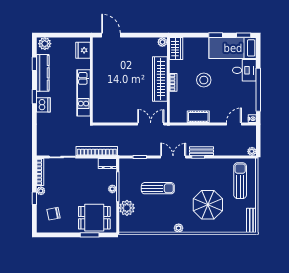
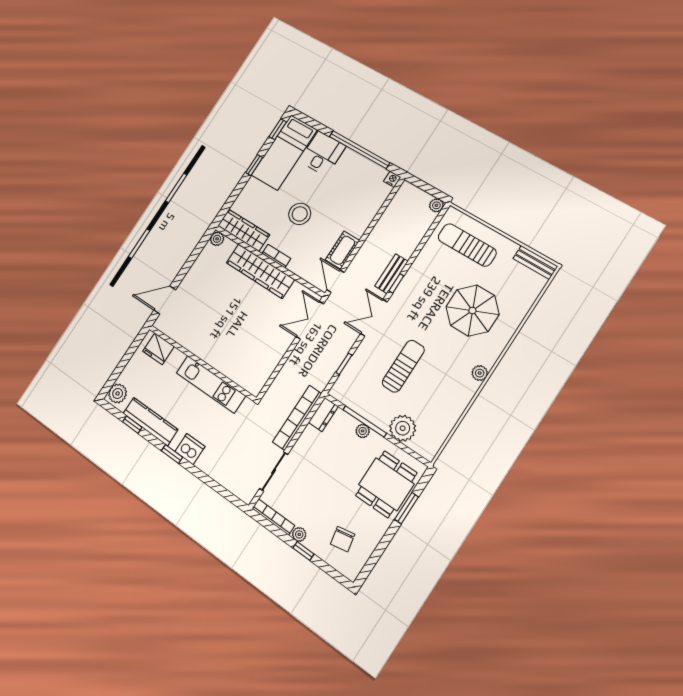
wardrobe: (176, 49) -> (244, 230), width x1.50
door: (234, 124) -> (335, 281), moved

